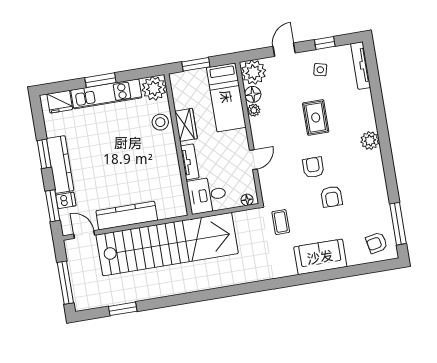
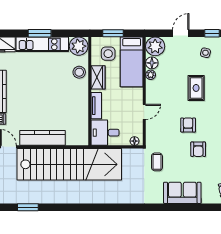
side table: (194, 92) -> (108, 54), added

